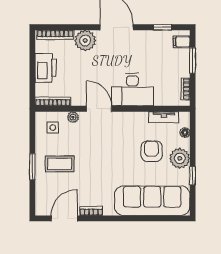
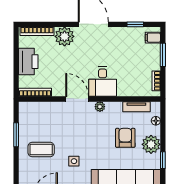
desk: (132, 90) -> (103, 81), width x0.73
plant: (73, 117) -> (100, 107), moved
side table: (53, 128) -> (74, 161), moved
window: (32, 167) -> (16, 135), moved

